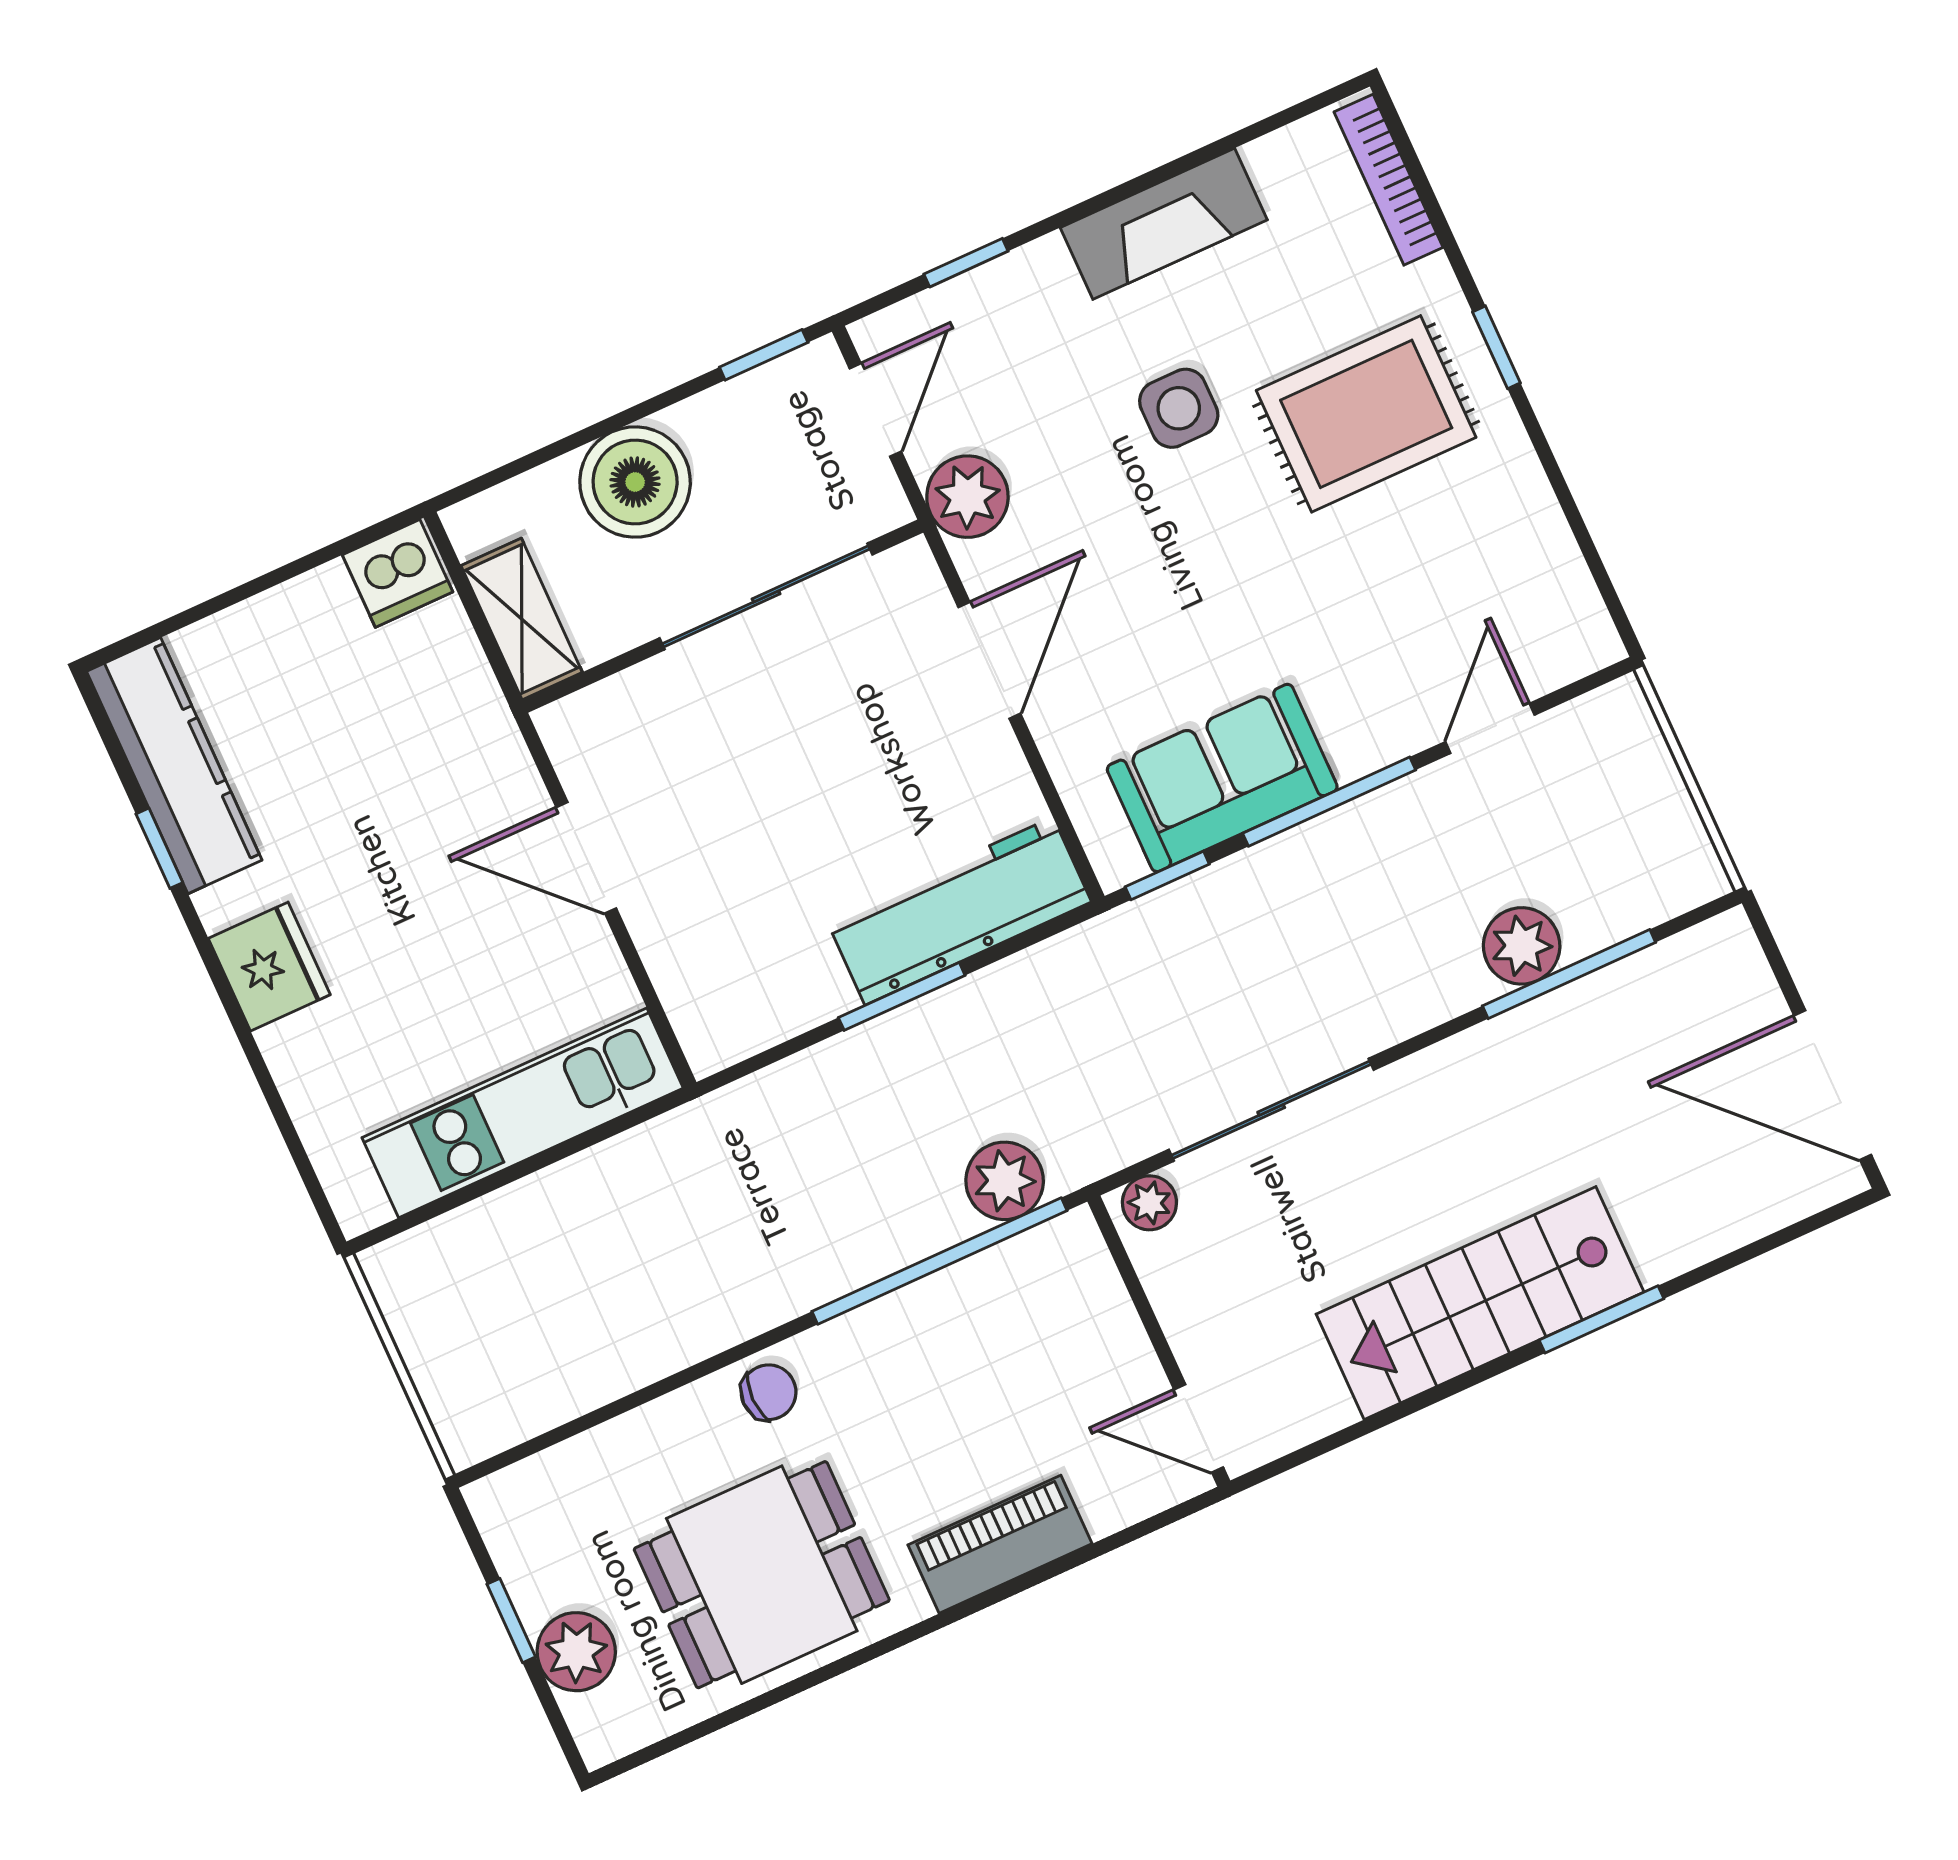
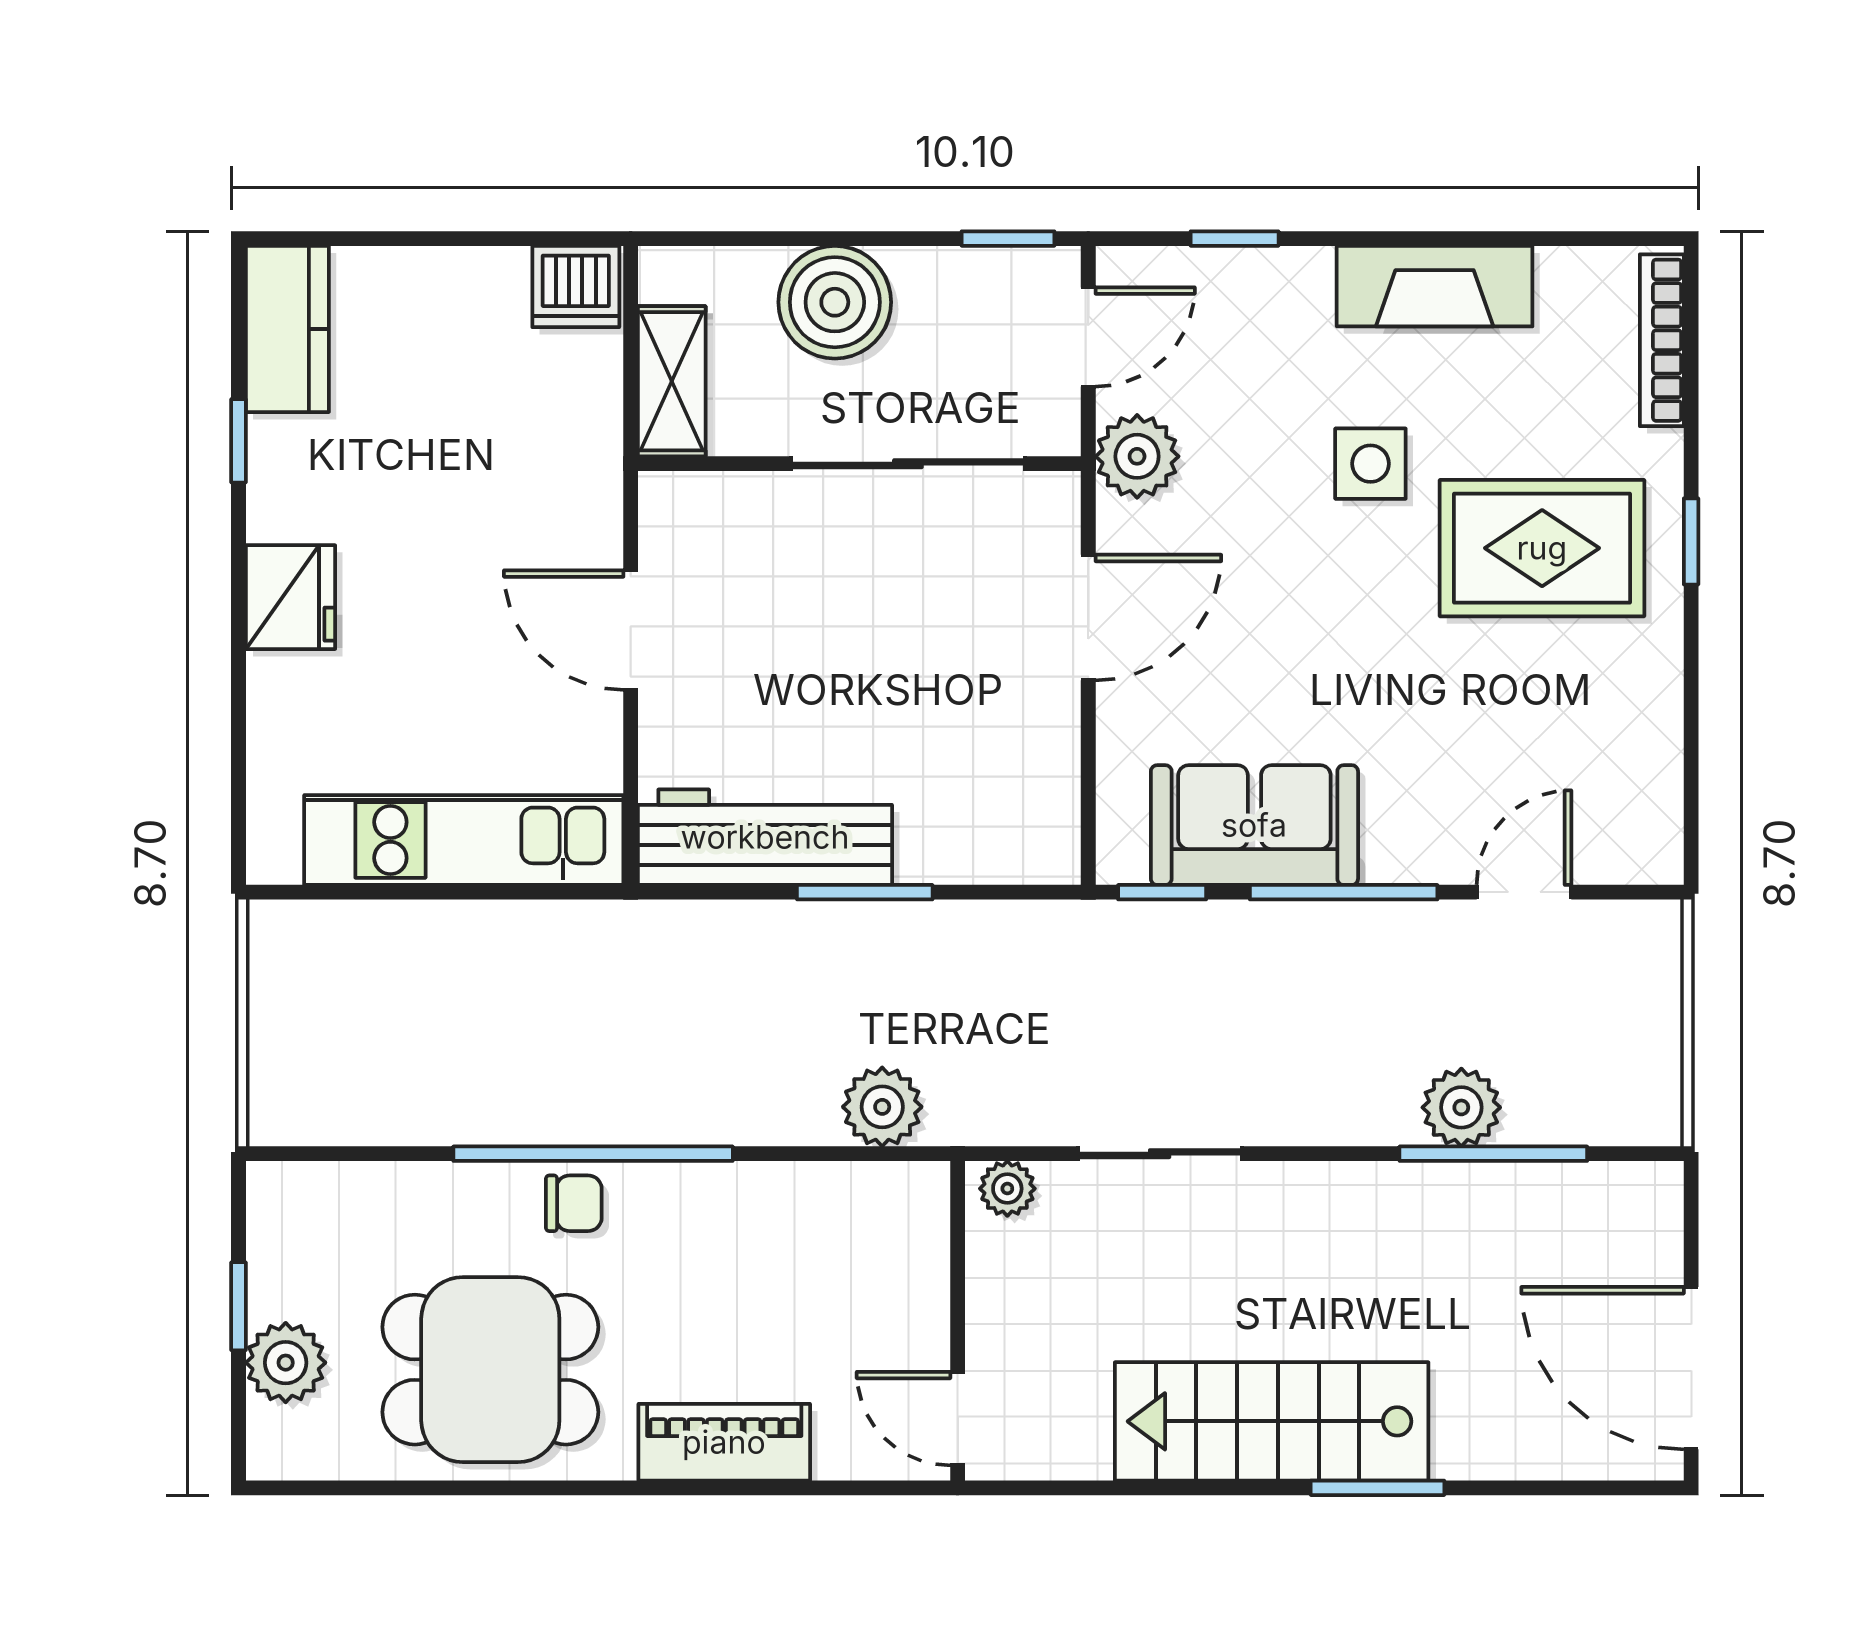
kitchen counter: (174, 766) -> (287, 329), width x0.67
workbench: (959, 911) -> (765, 837), moved
sliding door: (1271, 1110) -> (1160, 1154), width x0.73
window: (940, 1261) -> (593, 1154), moved

